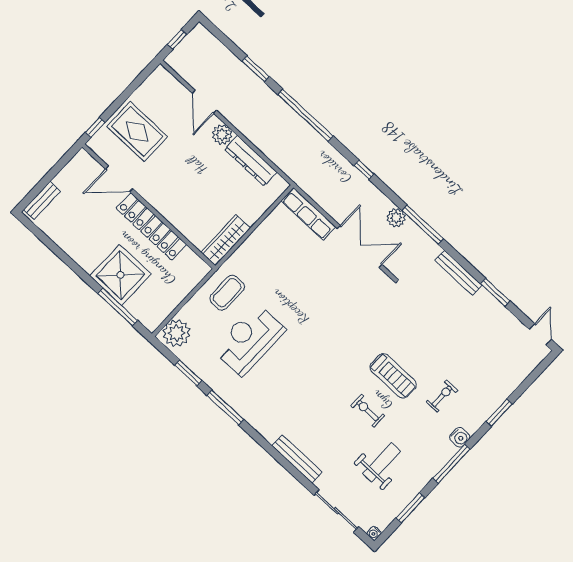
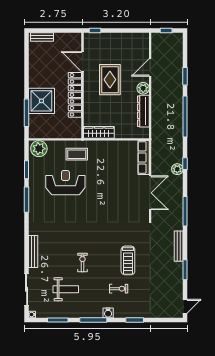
rug: (137, 132) -> (110, 80), moved
plant: (396, 218) -> (177, 169), moved
treadmill: (393, 376) -> (128, 260), moved

